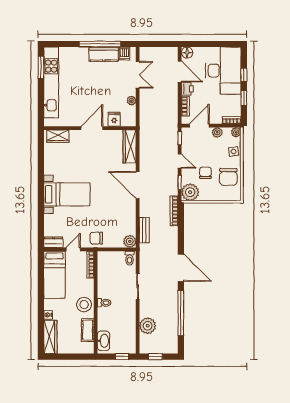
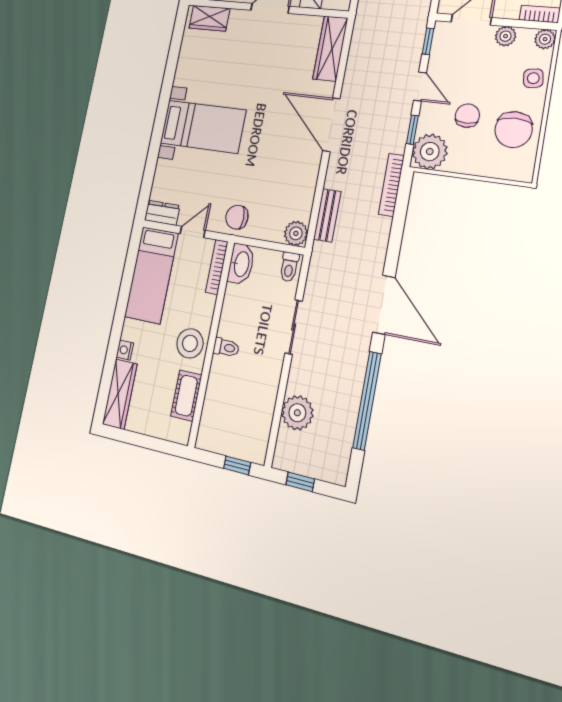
washbasin: (104, 341) -> (241, 264), moved

